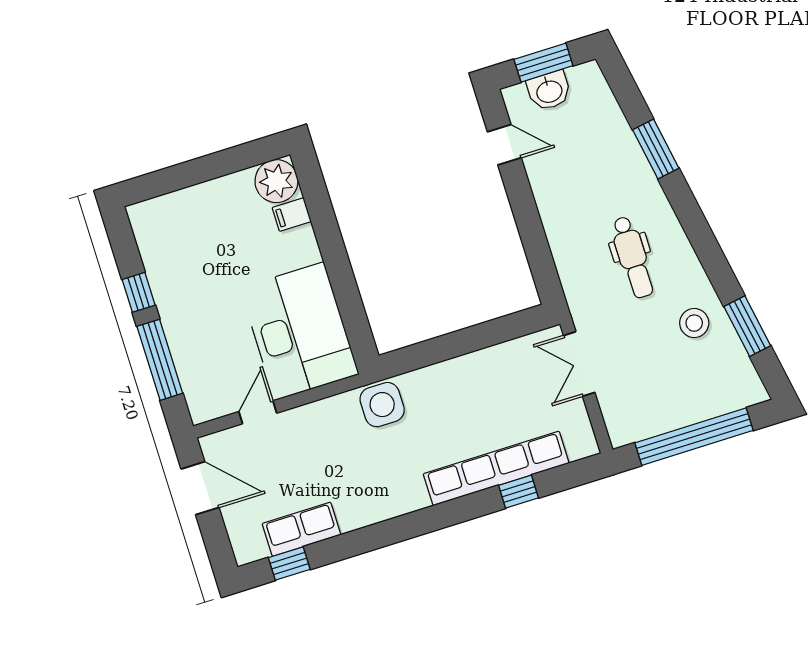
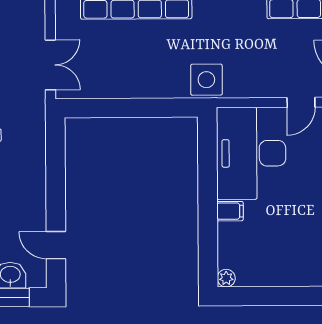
plant: (276, 181) -> (226, 278), width x0.53, depth x0.53
filing cabinet: (292, 214) -> (230, 211), moved

